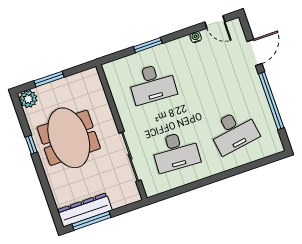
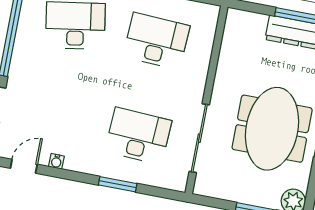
door: (215, 22) -> (24, 166), hinge flipped
sliding door: (130, 157) -> (199, 138), moved

